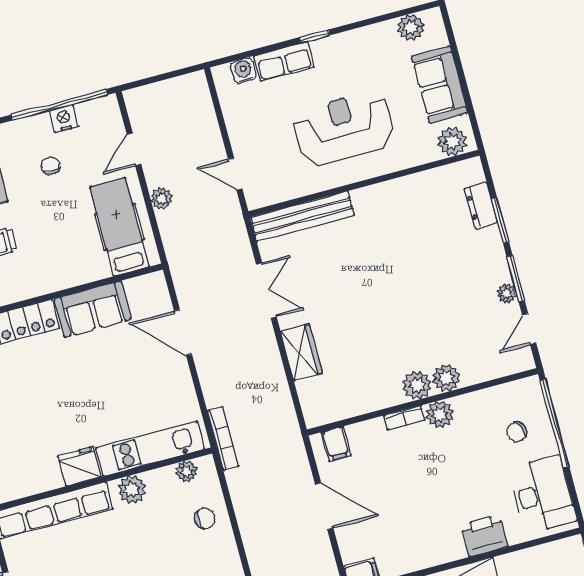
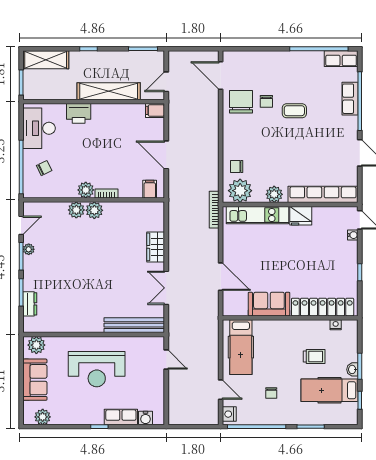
nightstand: (64, 119) -> (229, 414), moved, turned 90
door: (134, 149) -> (221, 390), hinge flipped
plant: (161, 198) -> (212, 357), removed
plant: (186, 471) -> (240, 191), width x1.88, depth x1.88

